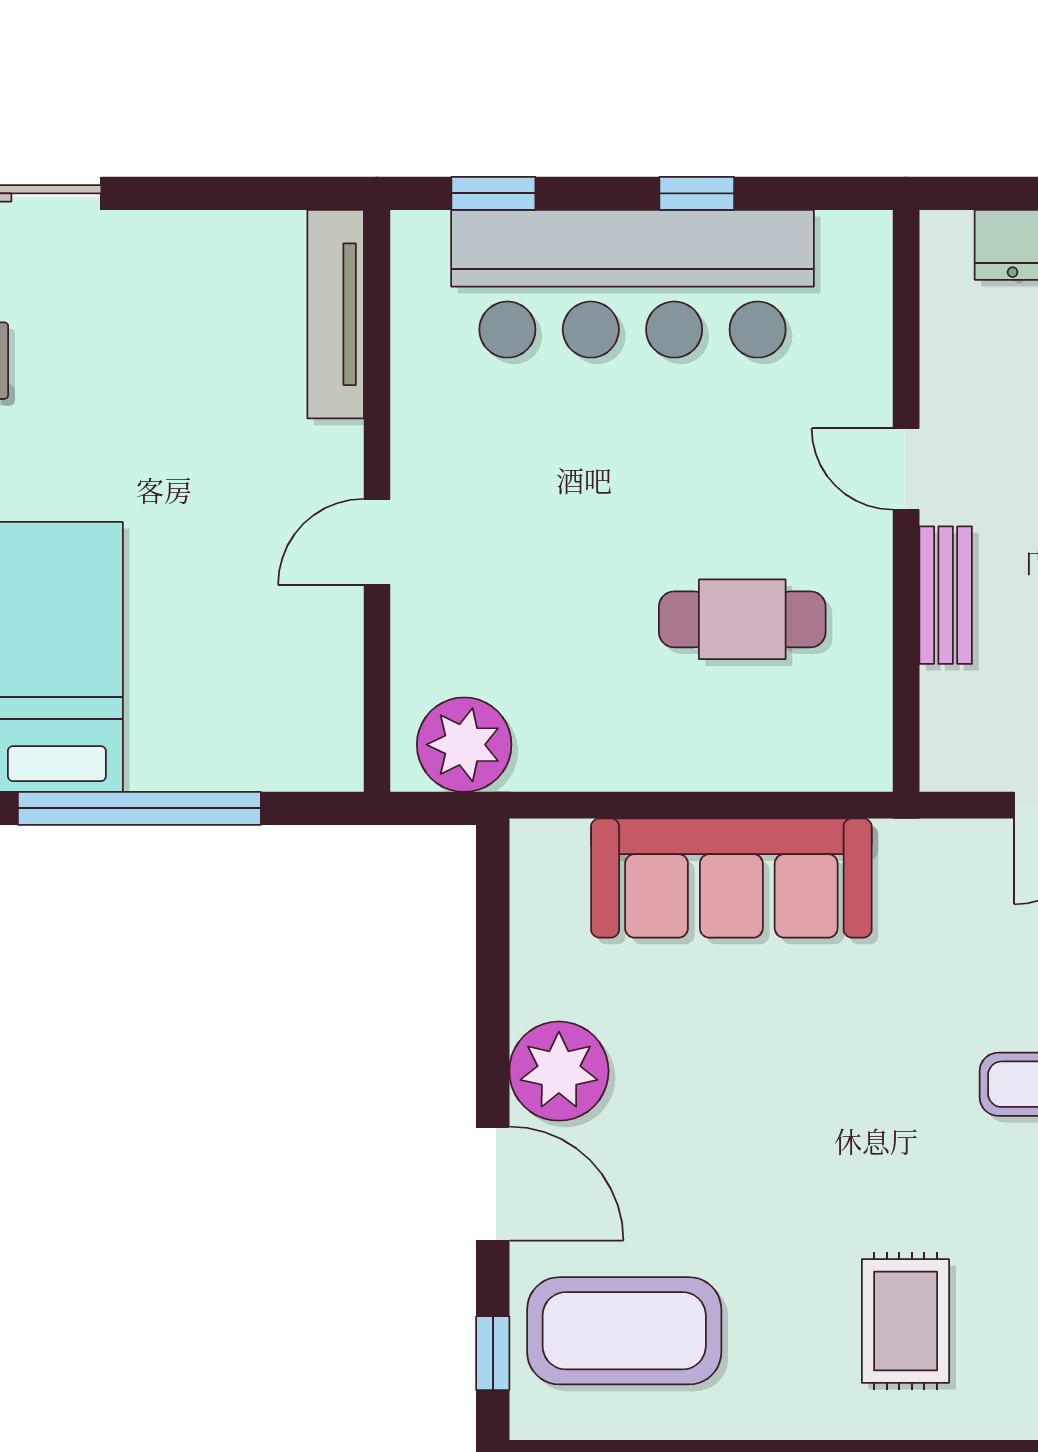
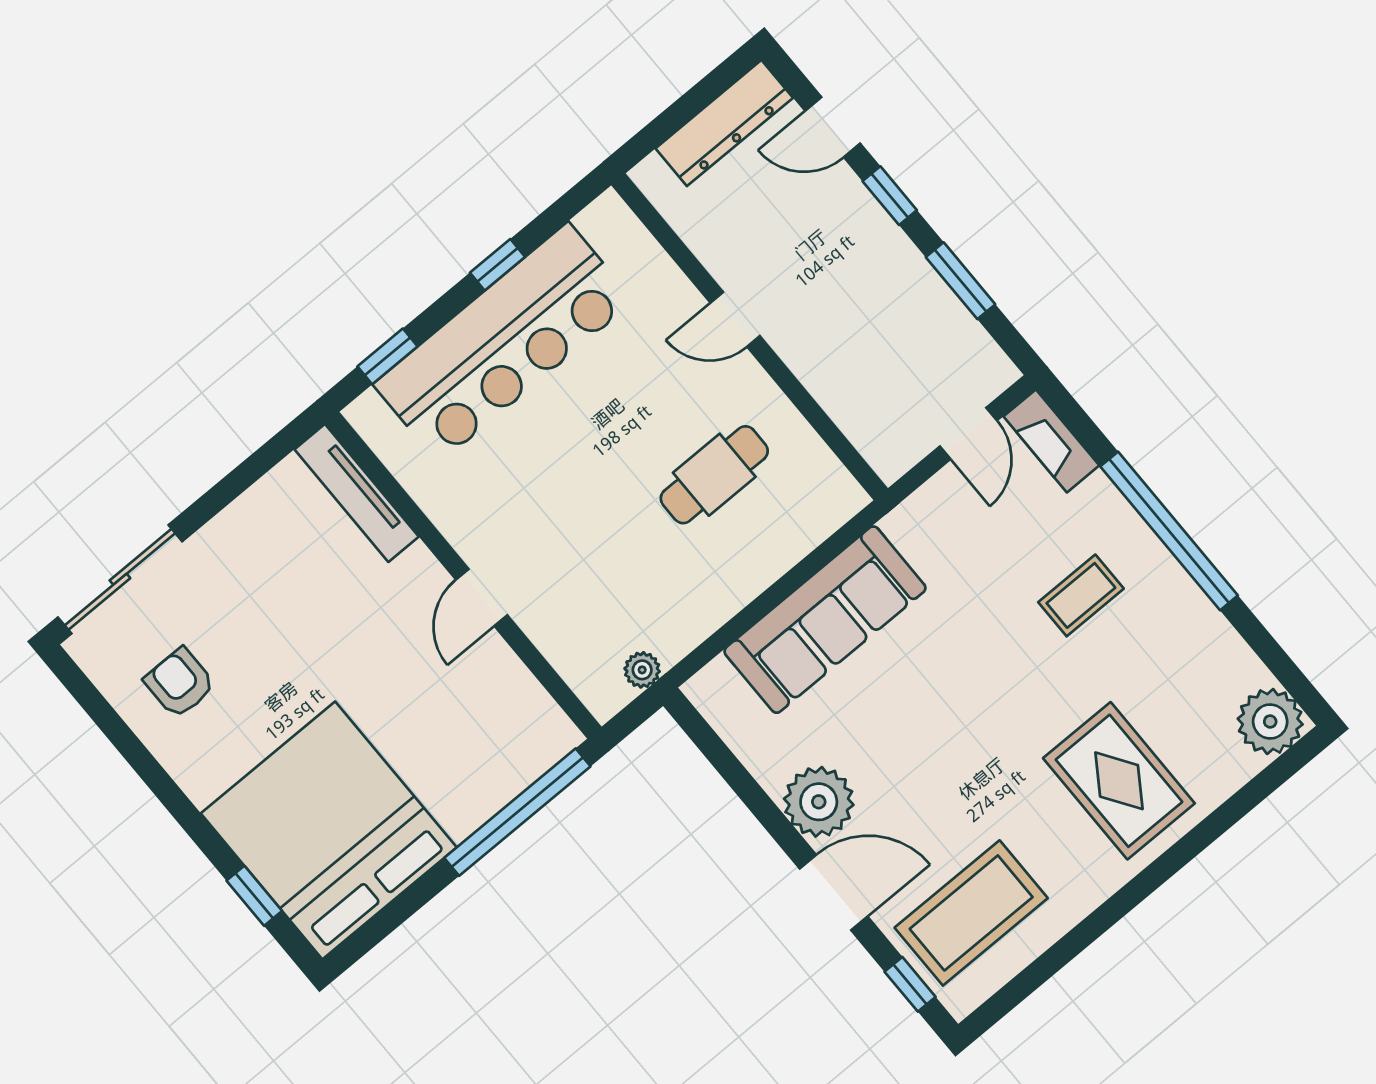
bench: (946, 595) -> (813, 370), removed
plant: (464, 745) -> (642, 670), width x0.53, depth x0.53
window: (139, 808) -> (517, 812), moved
rug: (906, 1321) -> (1119, 781), width x1.36, depth x1.43

